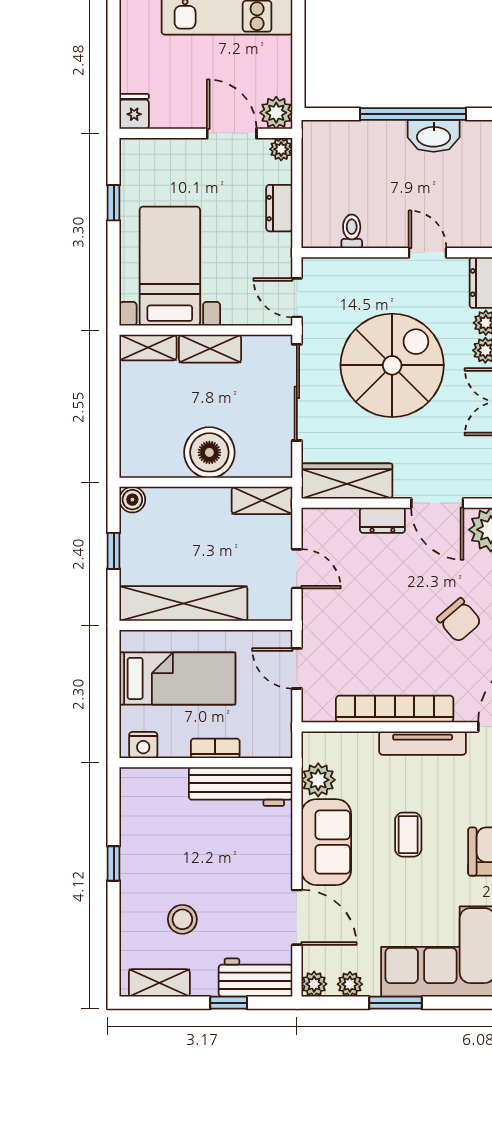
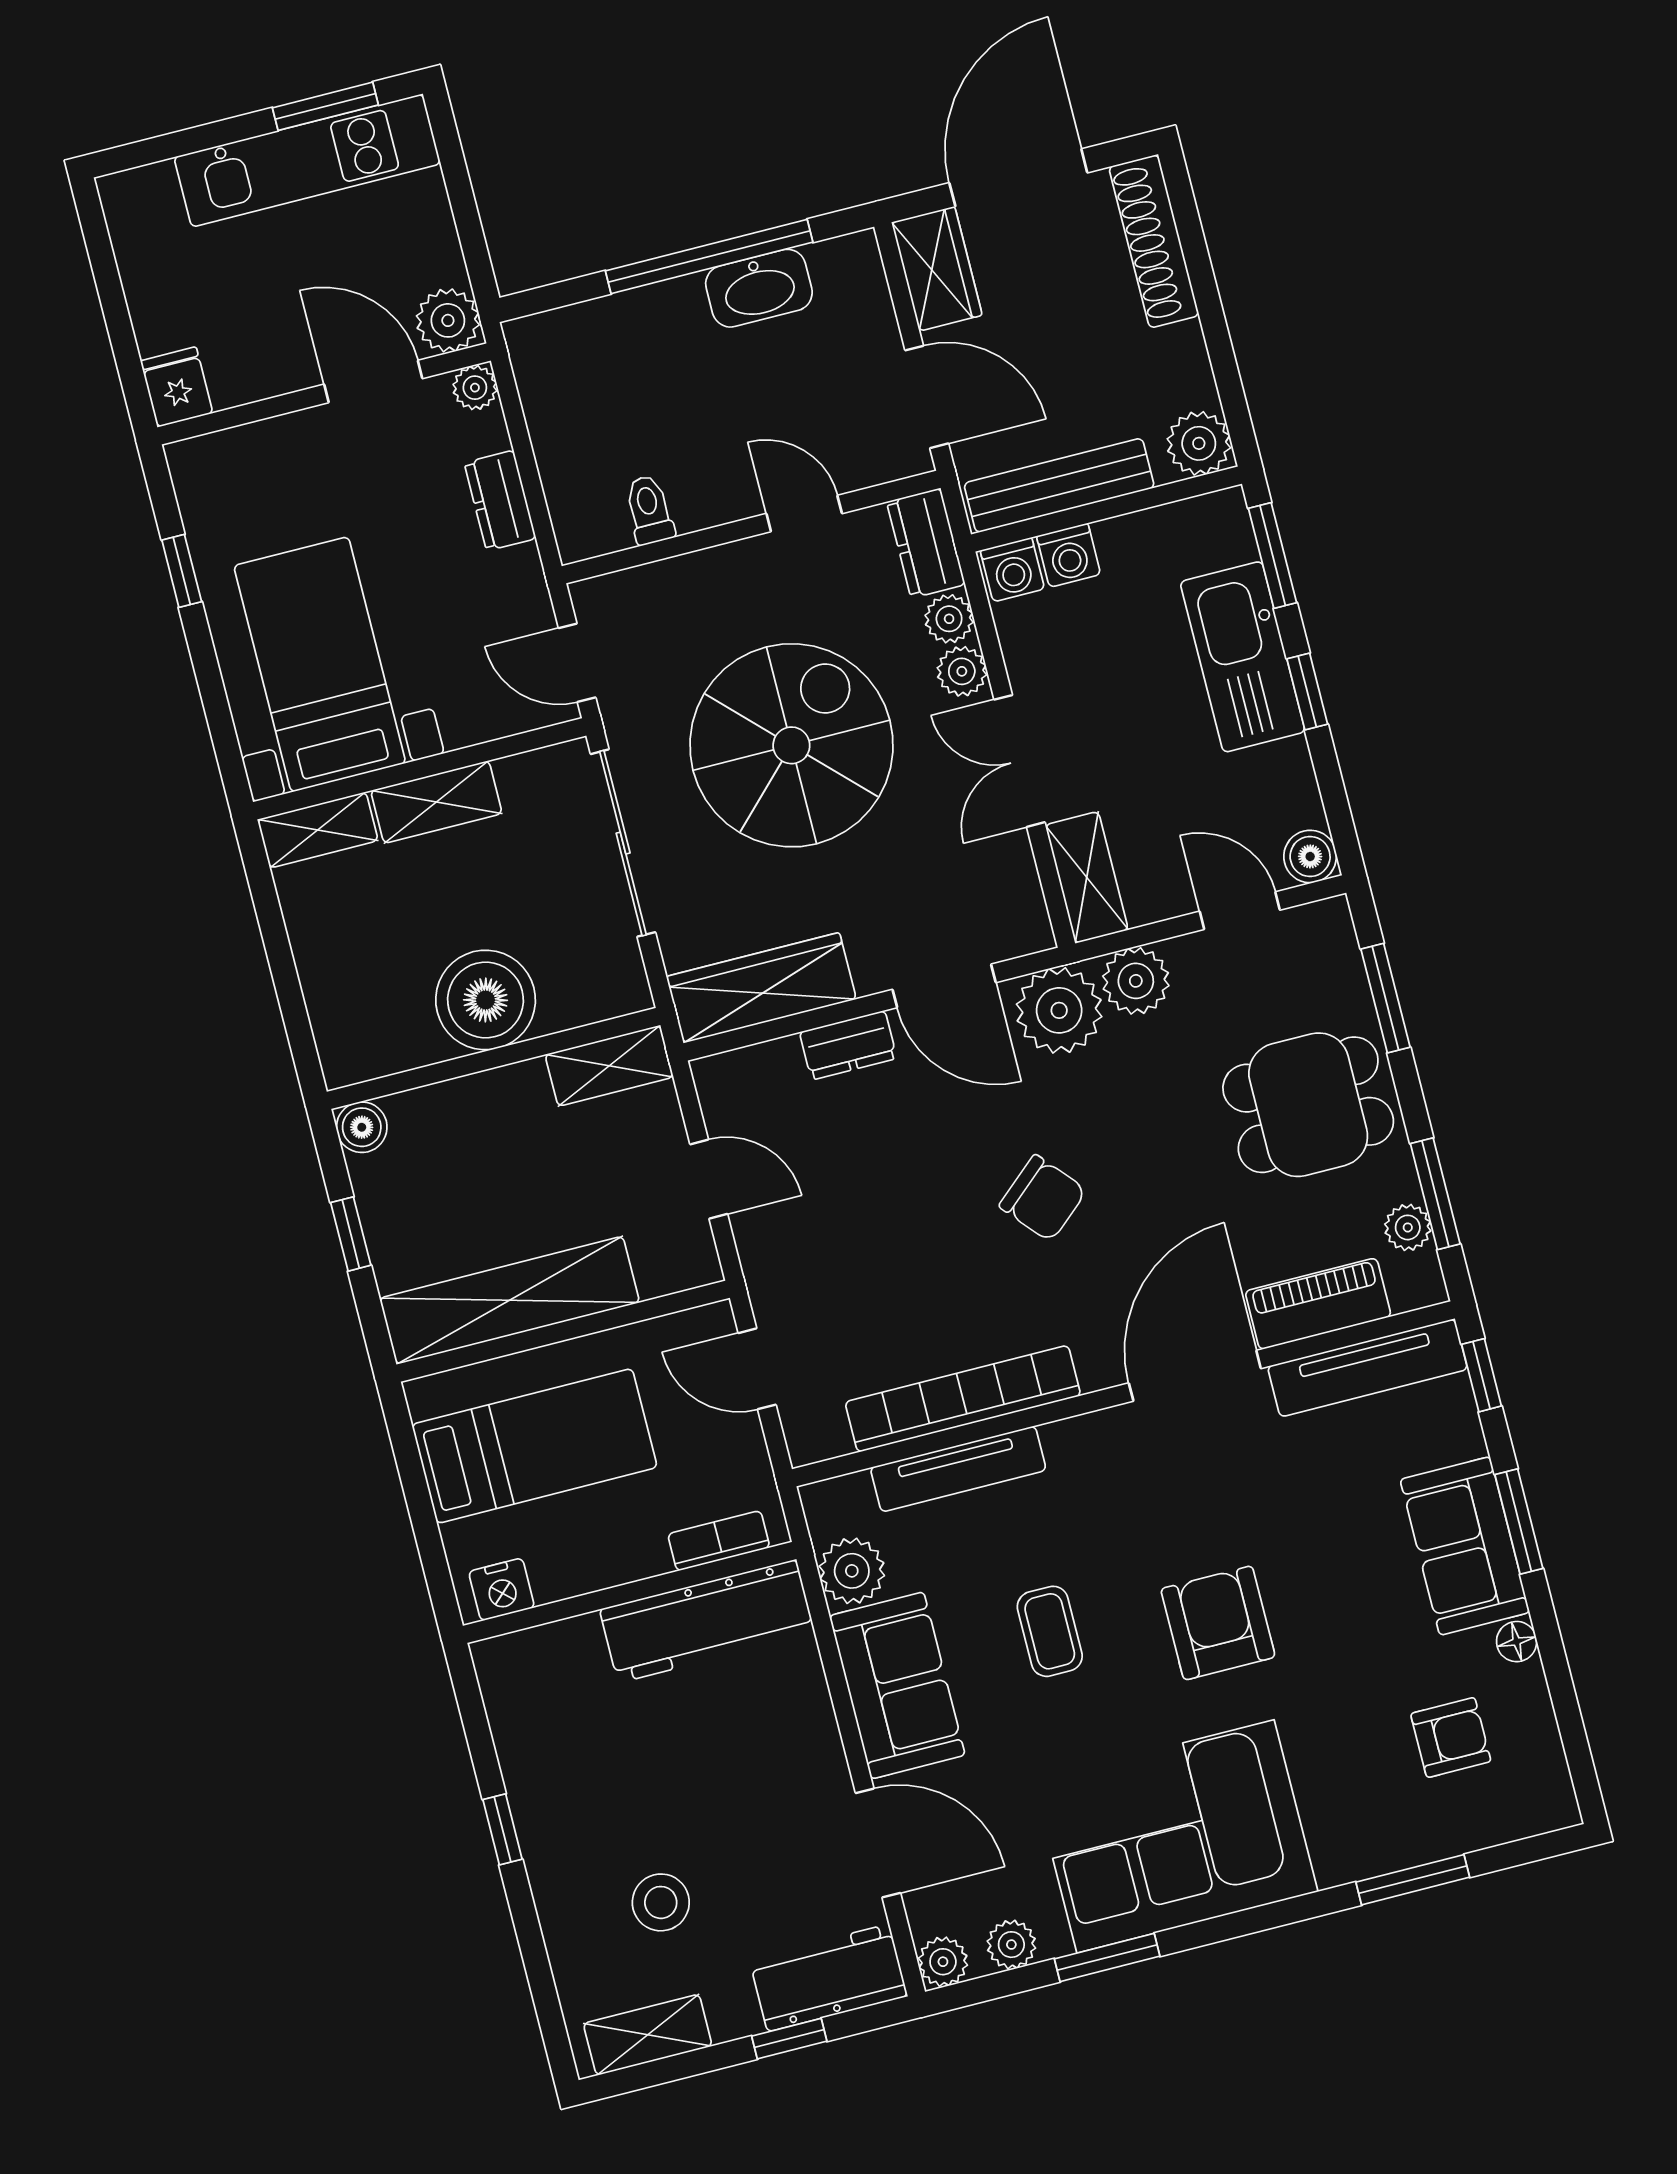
tv unit: (423, 743) -> (958, 1469), moved
bookcase: (215, 748) -> (719, 1541), moved

